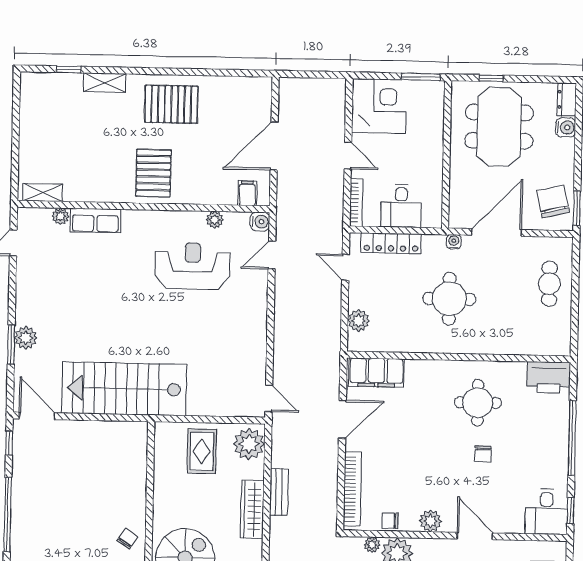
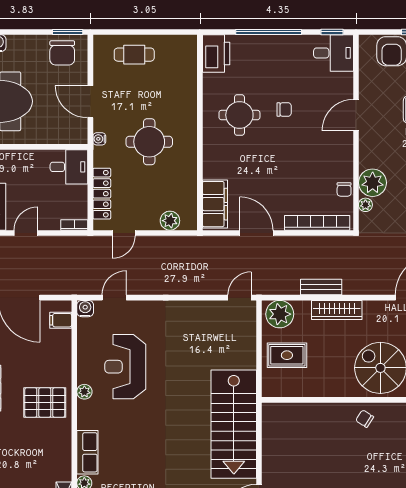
chair: (553, 201) -> (62, 53), turned -77
bookcase: (356, 202) -> (74, 225), width x0.64
desk: (401, 206) -> (69, 167), moved
plant: (215, 220) -> (84, 392), moved
door: (496, 232) -> (90, 102), width x0.73
door: (272, 255) -> (114, 298), swing flipped
plant: (430, 521) -> (344, 154), removed

